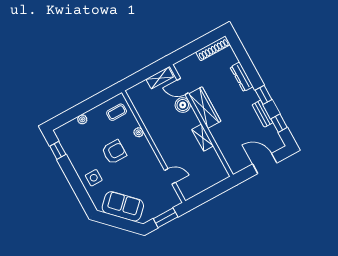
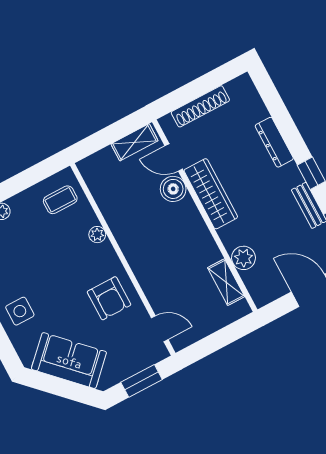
shoe rack: (213, 48) -> (200, 106), moved
shelving: (203, 138) -> (226, 282), moved
plant: (224, 145) -> (243, 258), added
armchair: (114, 152) -> (109, 298), moved, turned 90
door: (170, 176) -> (160, 329), moved

